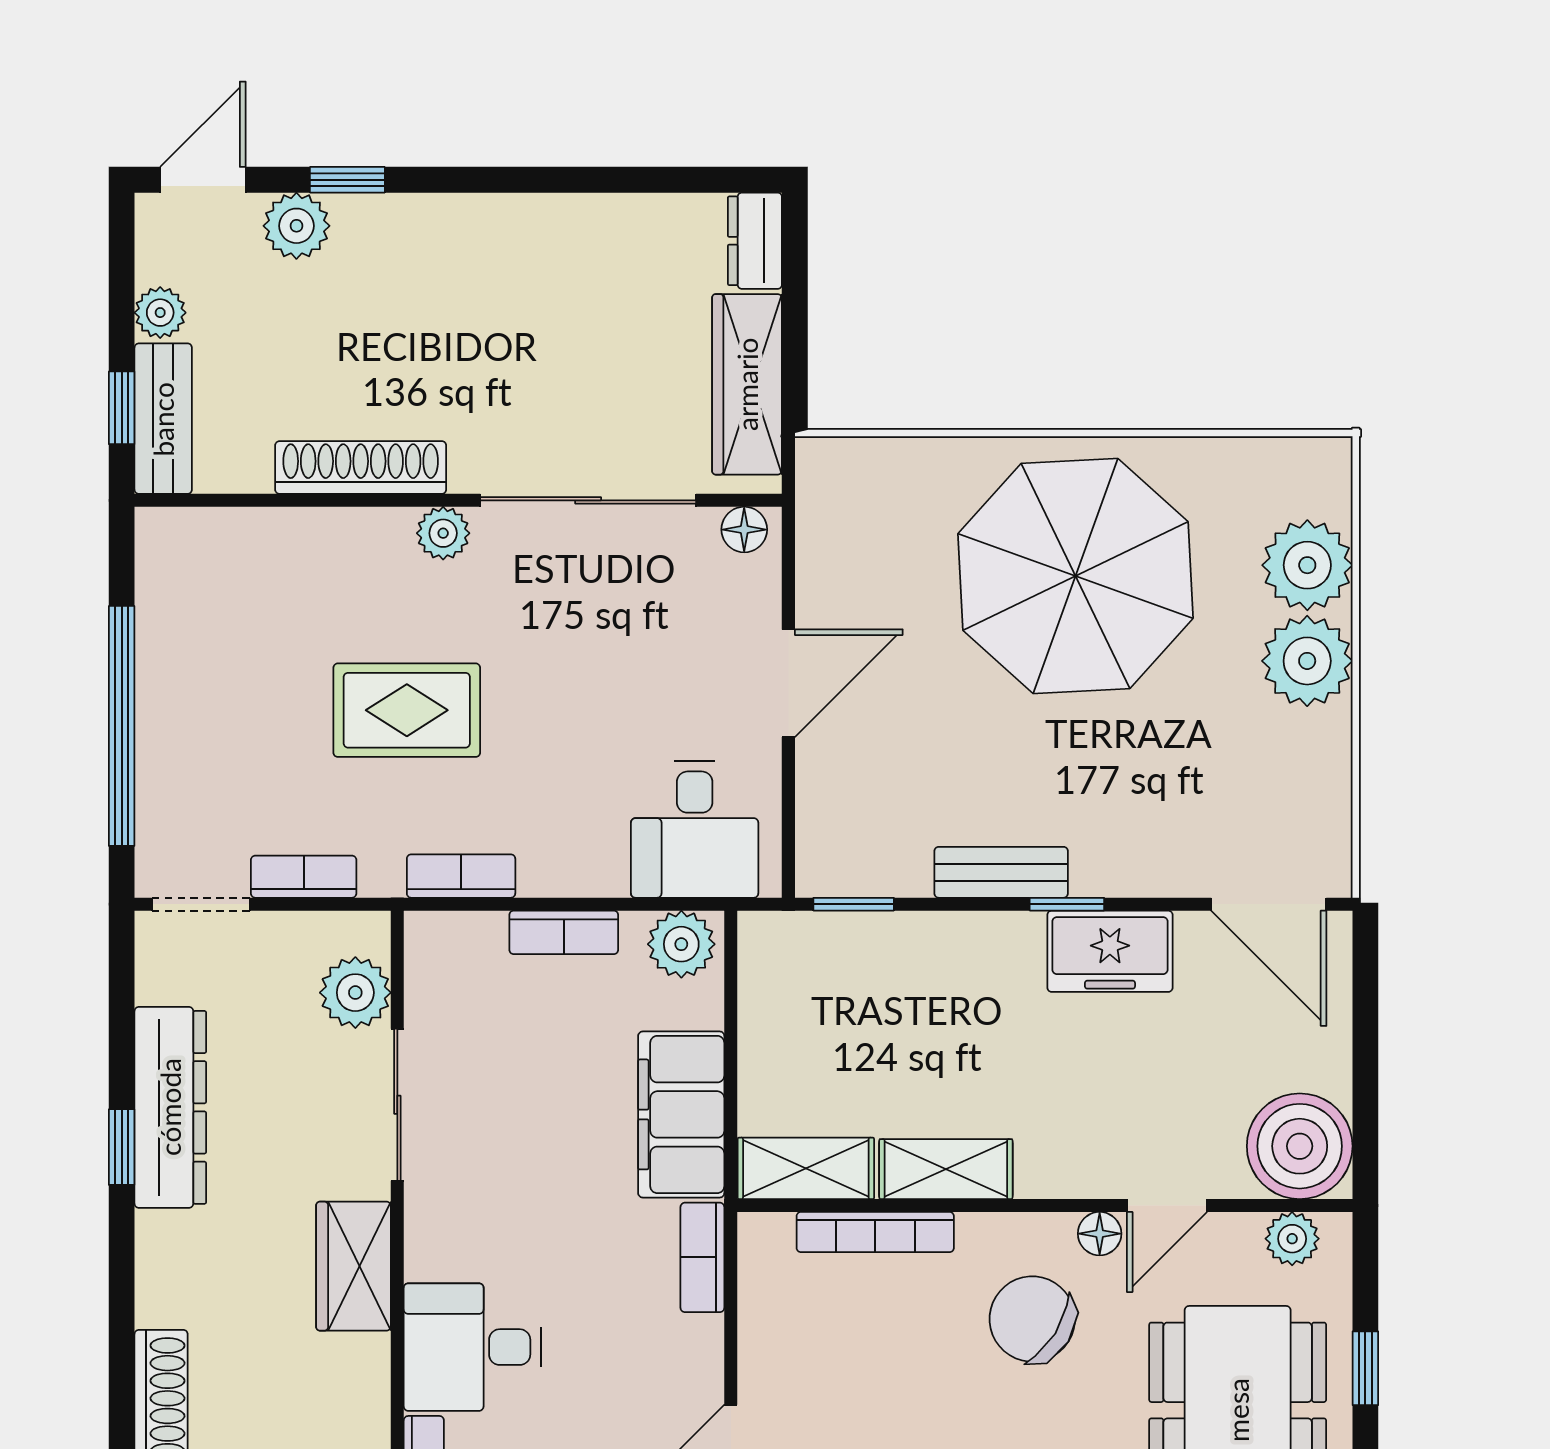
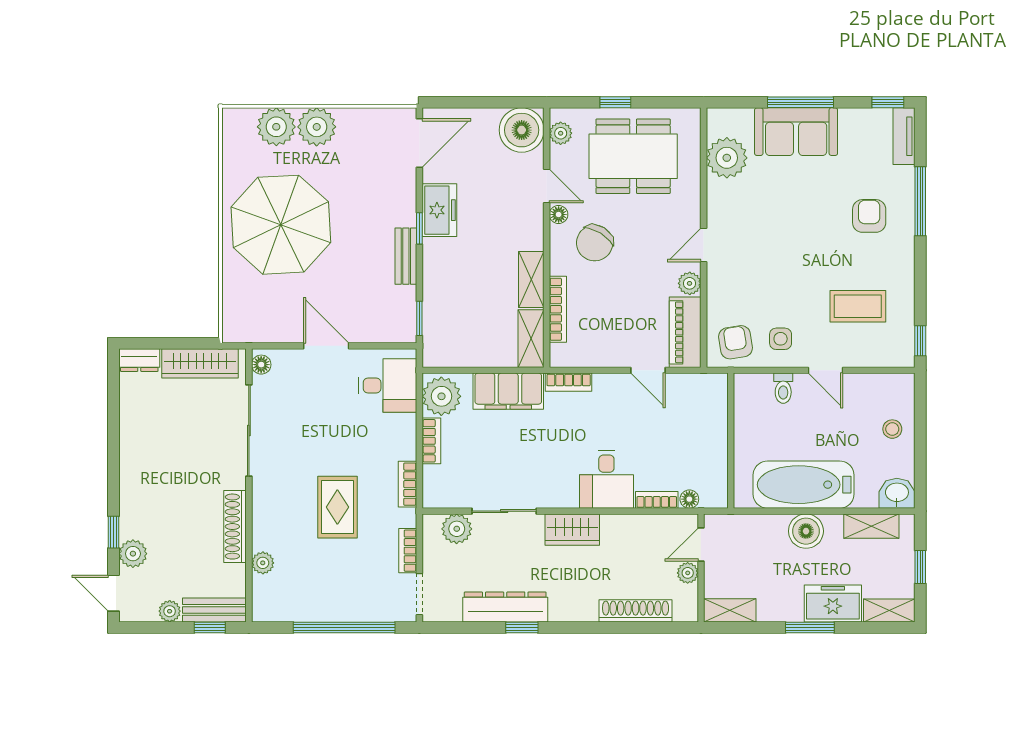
plant: (443, 533) -> (263, 563), moved
plant: (681, 944) -> (441, 396), width x1.36, depth x1.36

